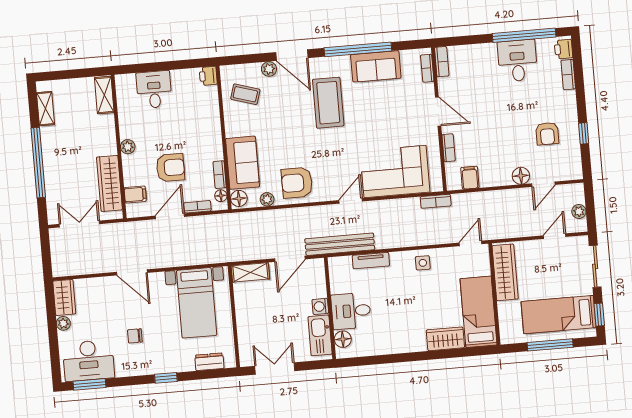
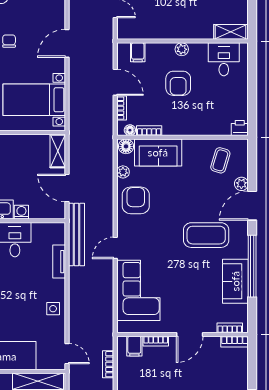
desk: (154, 90) -> (224, 59), moved, turned -90
armchair: (170, 168) -> (178, 83), moved
filing cabinet: (470, 178) -> (134, 346), moved, turned 90
wardrobe: (109, 183) -> (150, 30), removed
door: (351, 201) -> (115, 248), swing flipped
bookcase: (436, 201) -> (108, 364), moved

